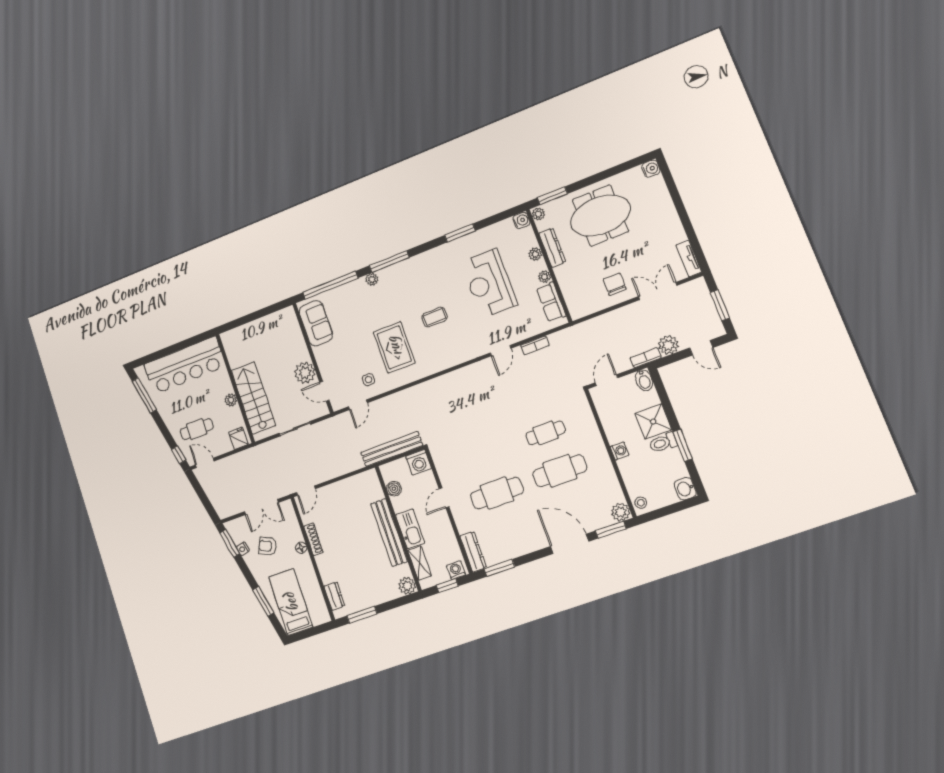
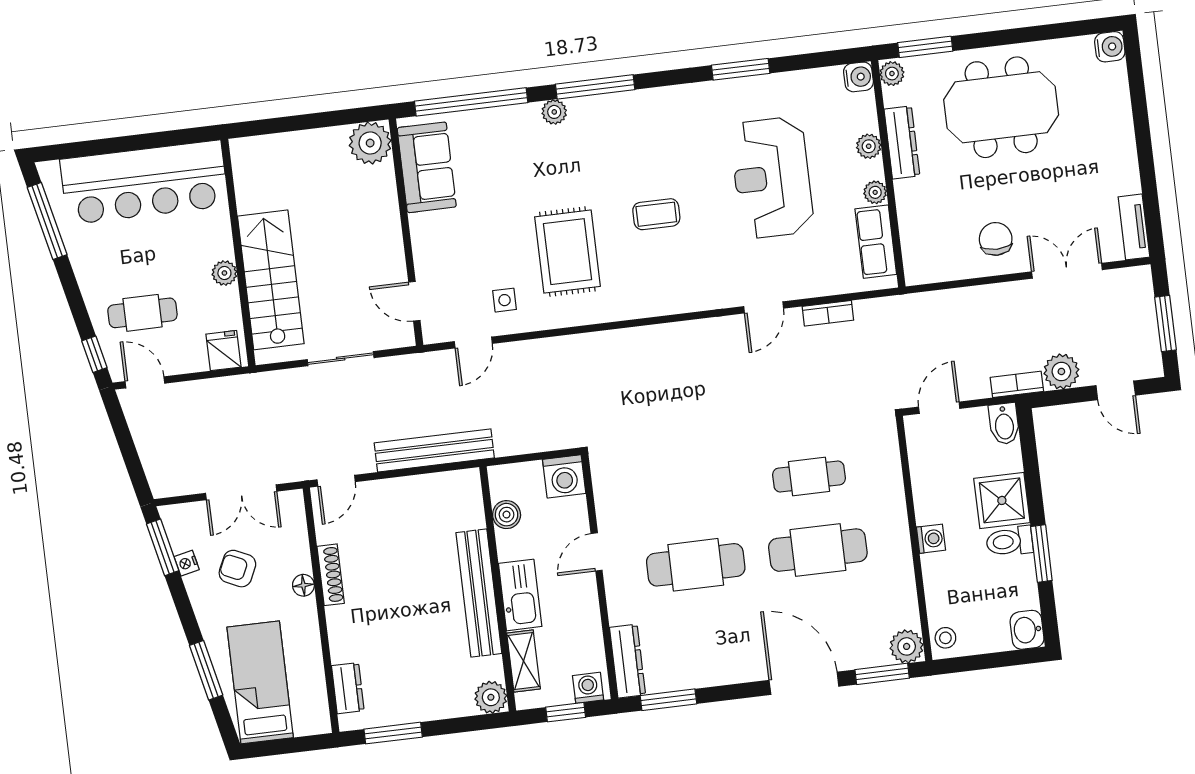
plant: (305, 373) -> (370, 143), moved
bench: (392, 449) -> (434, 450), moved

